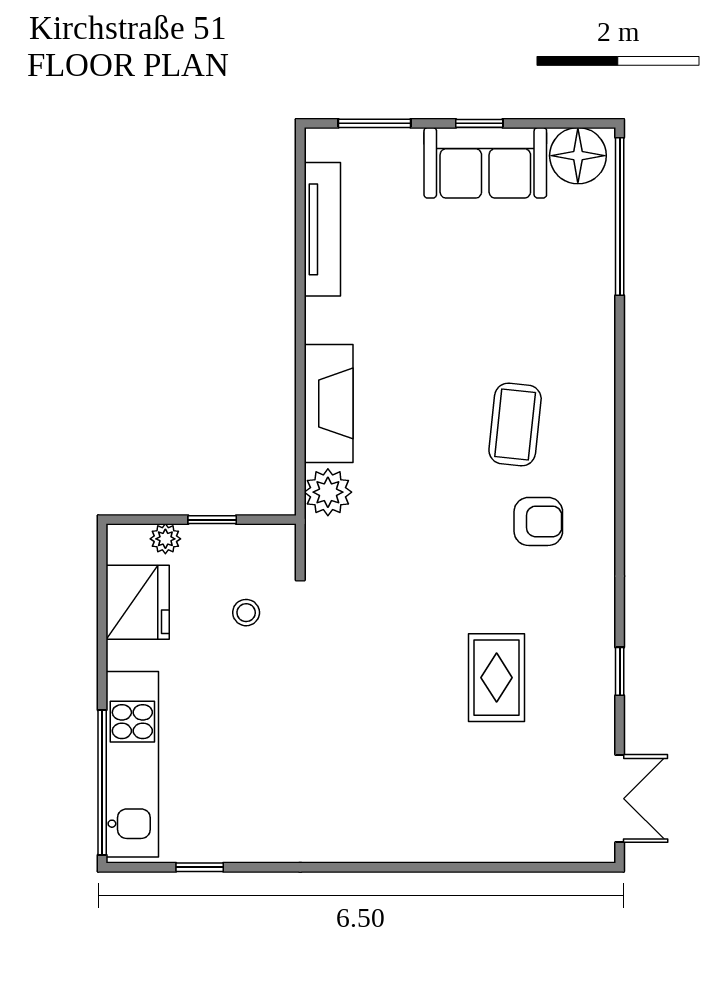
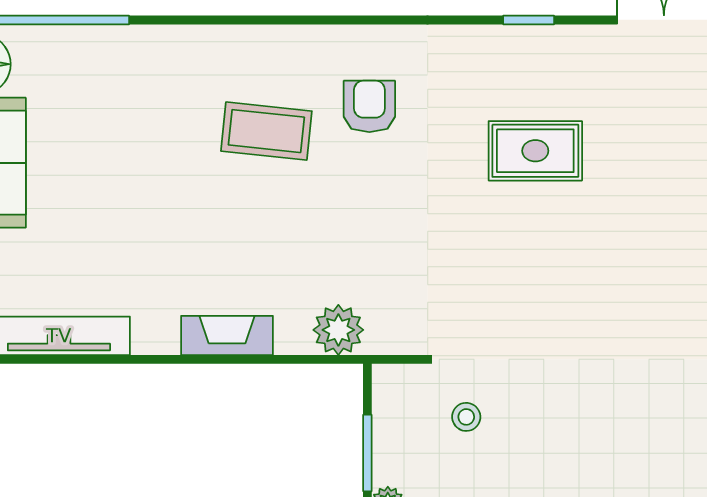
fireplace: (329, 403) -> (227, 335), width x0.73, depth x0.76
window: (212, 520) -> (367, 453), width x1.50

